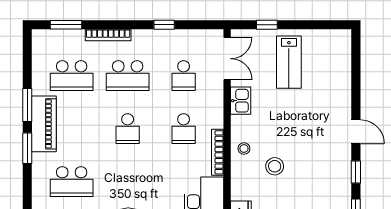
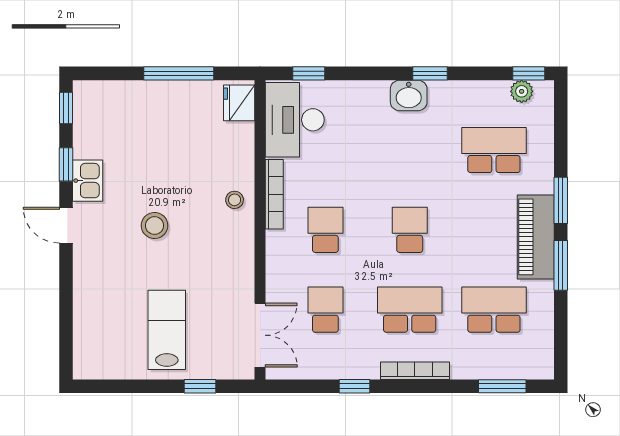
bookcase: (108, 35) -> (415, 371), moved
double door: (227, 59) -> (260, 335), swing flipped
kitchen sink: (241, 101) -> (88, 181), moved, turned 180
stool: (275, 166) -> (155, 226), moved

